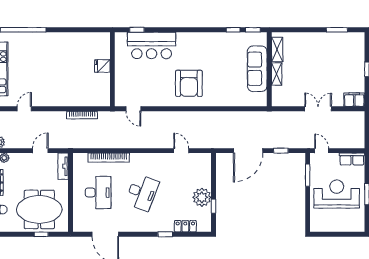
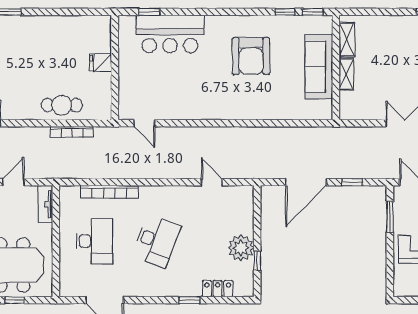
armchair: (189, 83) -> (251, 56), moved
cafe table: (75, 96) -> (62, 105), added

